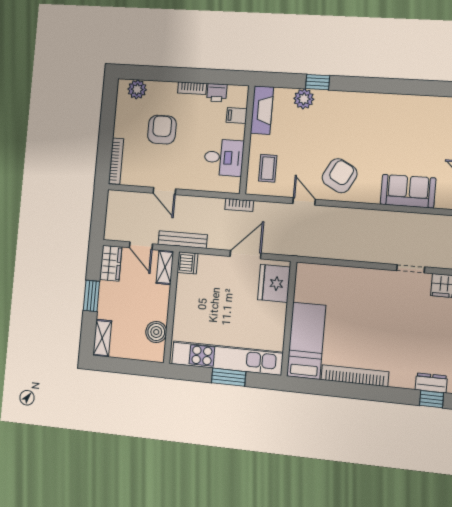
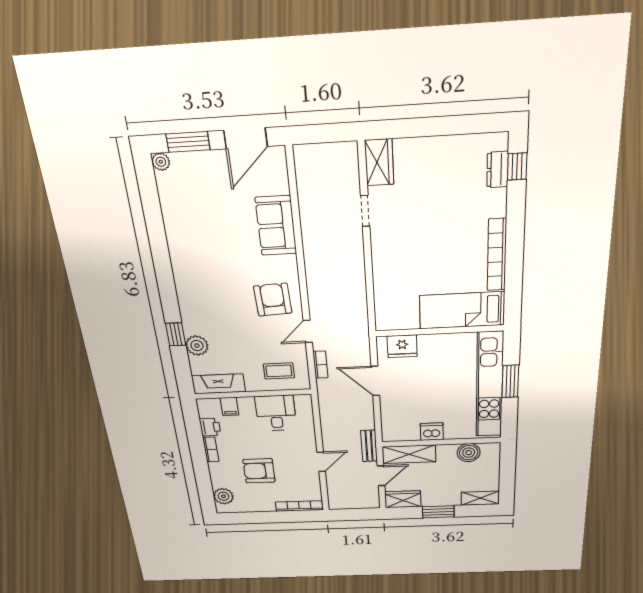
armchair: (340, 176) -> (273, 300), turned 59
bookcase: (239, 205) -> (320, 365), moved
bench: (183, 240) -> (369, 446), width x0.73
dishwasher: (187, 263) -> (432, 432), moved
shelving: (165, 267) -> (409, 454), width x1.50, depth x1.33
fridge: (274, 283) -> (402, 346), width x0.73, depth x0.75

